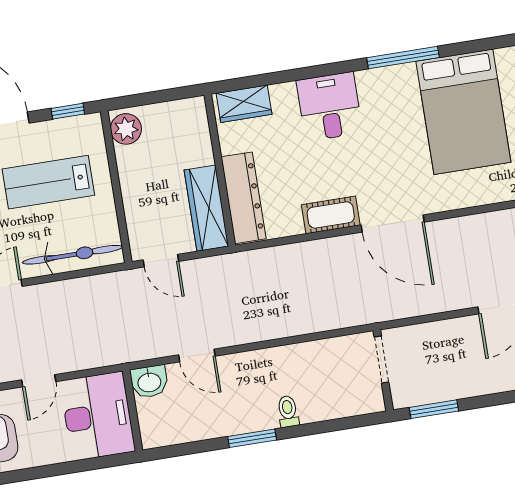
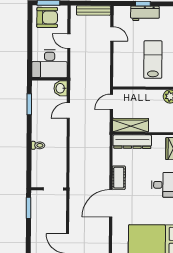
bicycle: (72, 255) -> (120, 65), removed
window: (252, 438) -> (29, 104), moved

